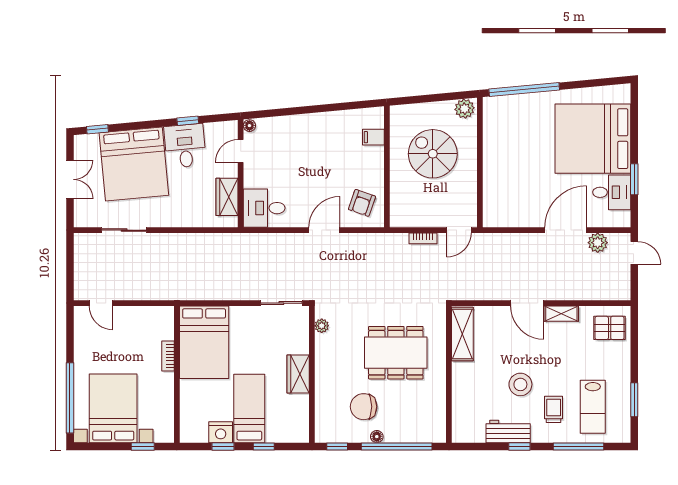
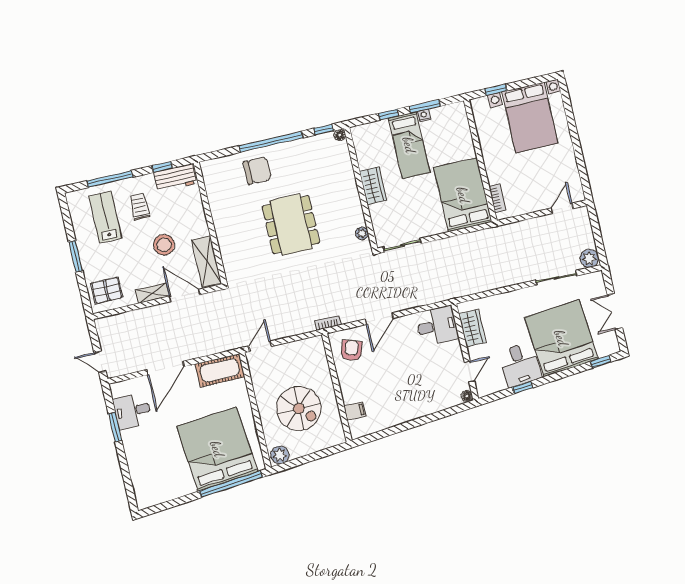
bed: (593, 139) -> (217, 449), moved, turned -95
cot: (508, 214) -> (220, 370), added
bookcase: (423, 238) -> (328, 323), moved
plant: (598, 243) -> (589, 258), moved
door: (101, 303) -> (562, 208), hinge flipped
shelving: (462, 334) -> (207, 262), moved
dining table: (396, 353) -> (291, 225), turned 90
bookcase: (168, 356) -> (497, 198), moved
wall: (449, 374) -> (210, 223), moved
stool: (520, 384) -> (164, 245), moved
window: (70, 398) -> (570, 118), removed
window: (634, 400) -> (76, 256), moved
chair: (364, 407) -> (257, 171), moved
trolley: (554, 409) -> (140, 207), turned 180
nightstand: (221, 432) -> (424, 115), width x0.53, depth x0.56
floor lamp: (377, 437) -> (340, 135), moved
window: (223, 446) -> (425, 106), width x1.50

